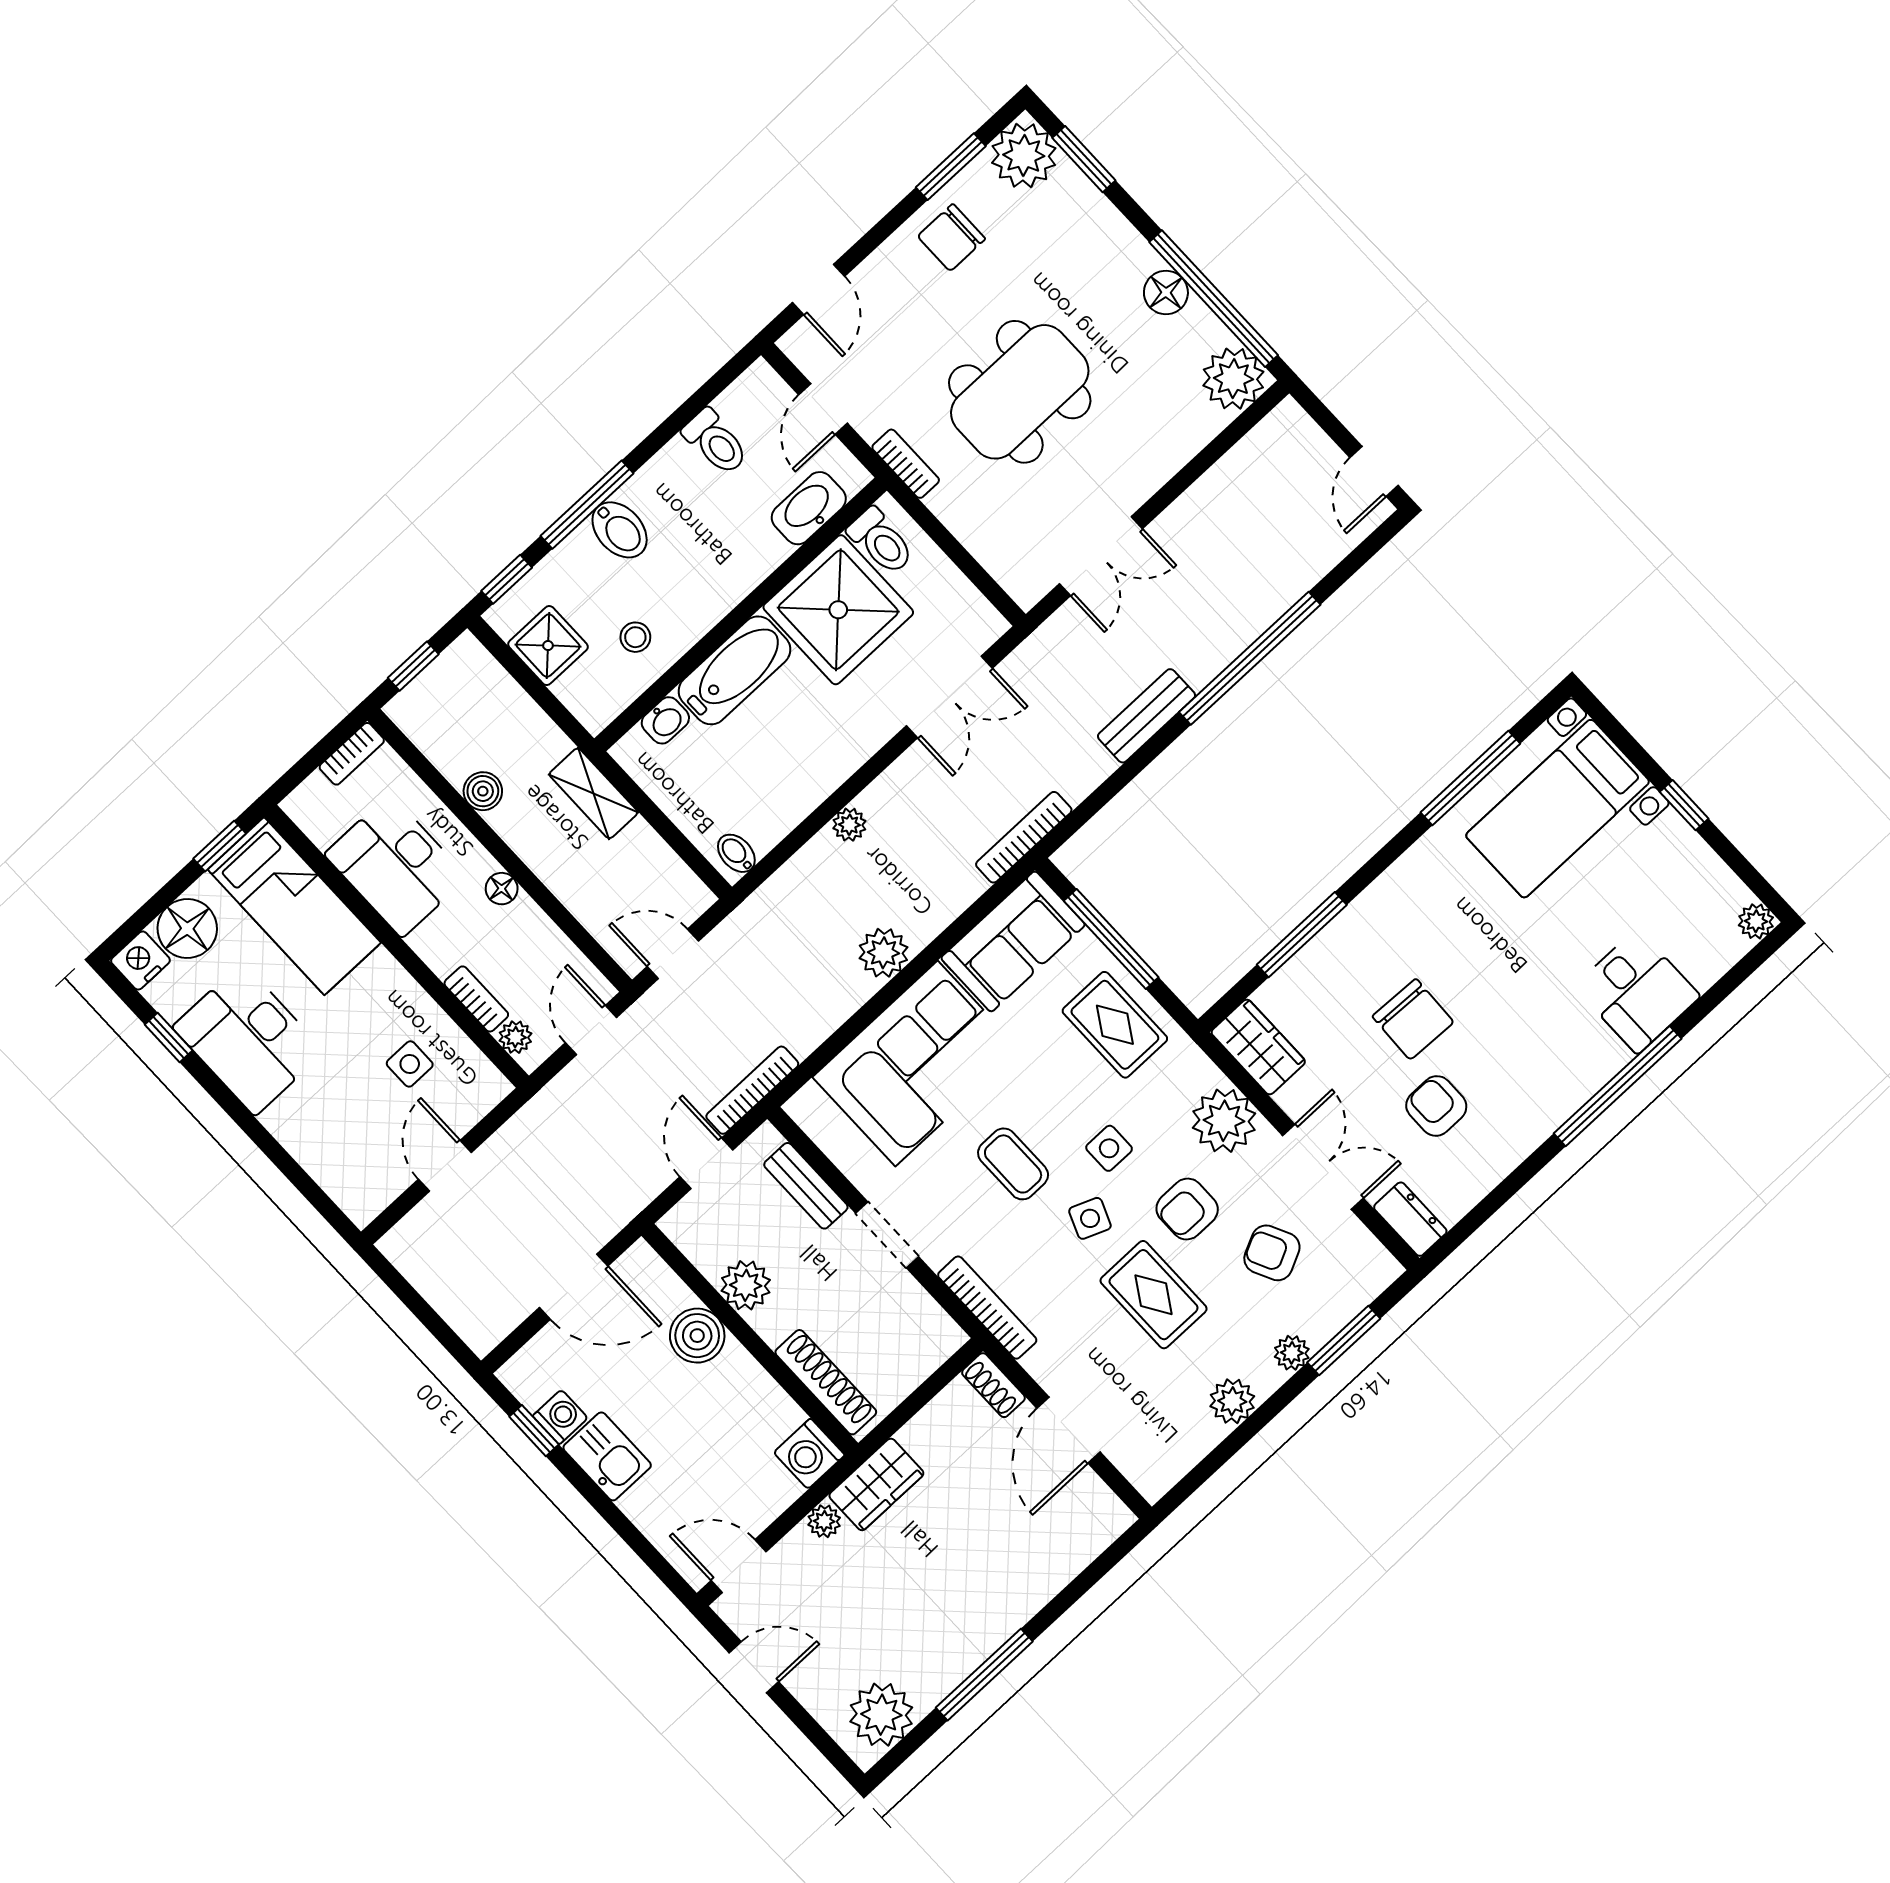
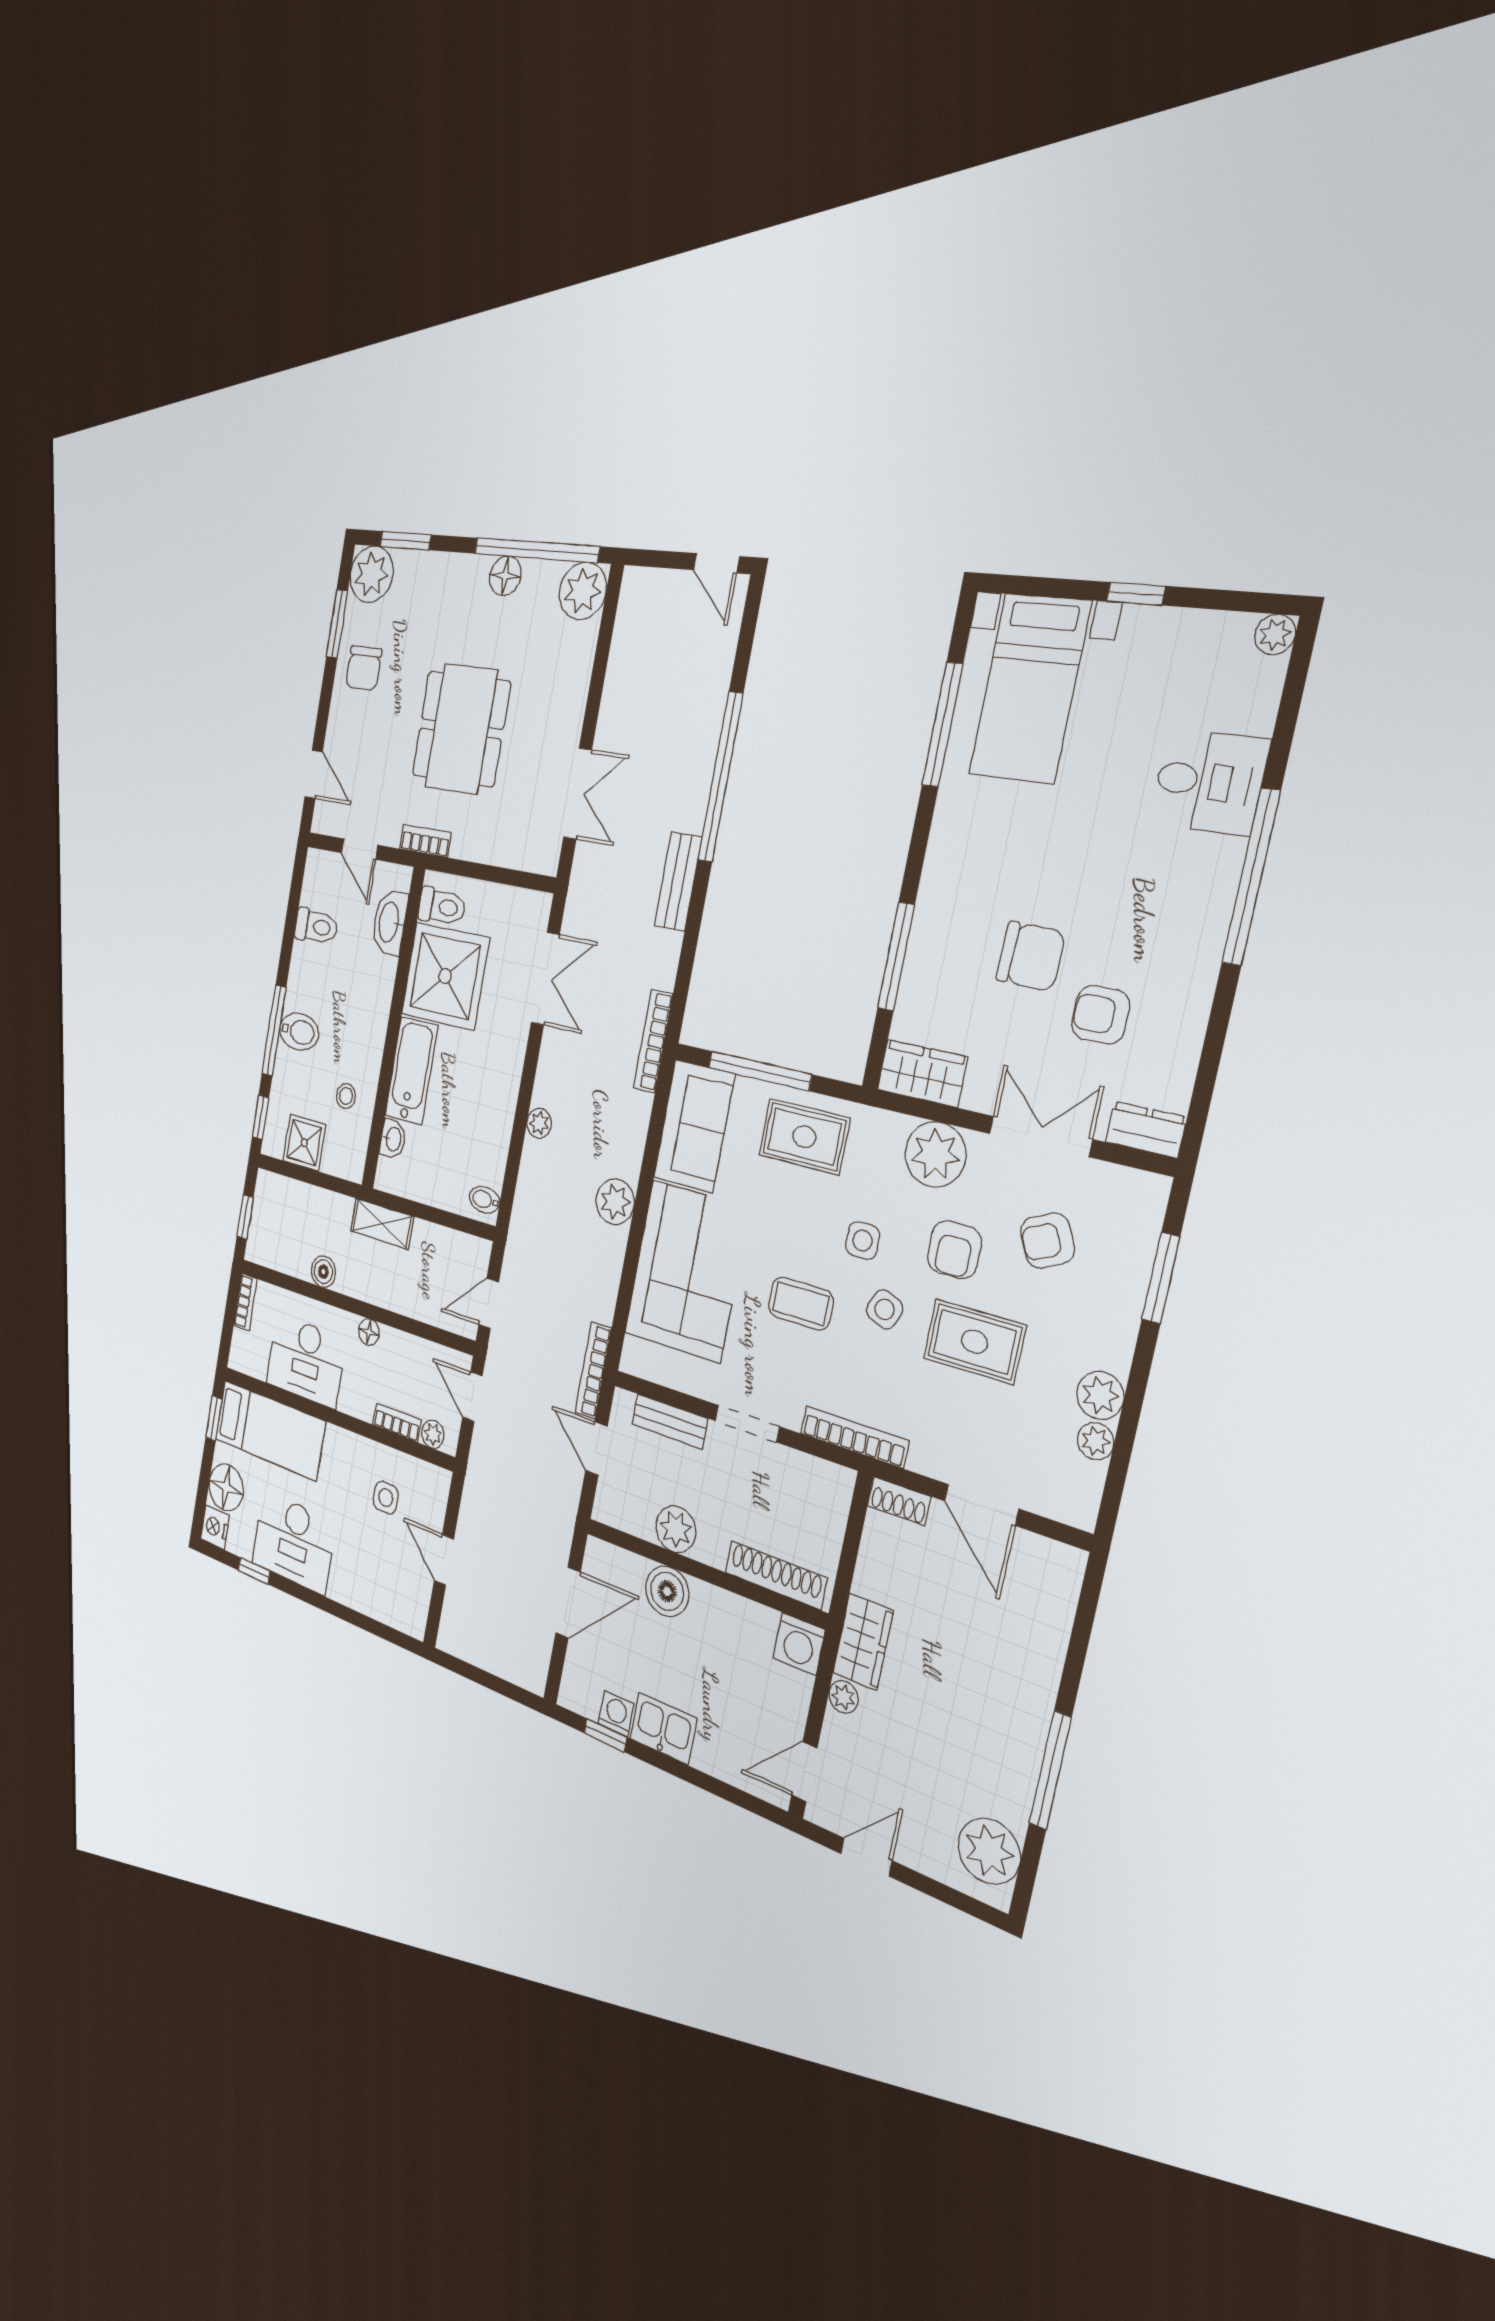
plant: (1292, 1353) -> (1095, 1441), moved

